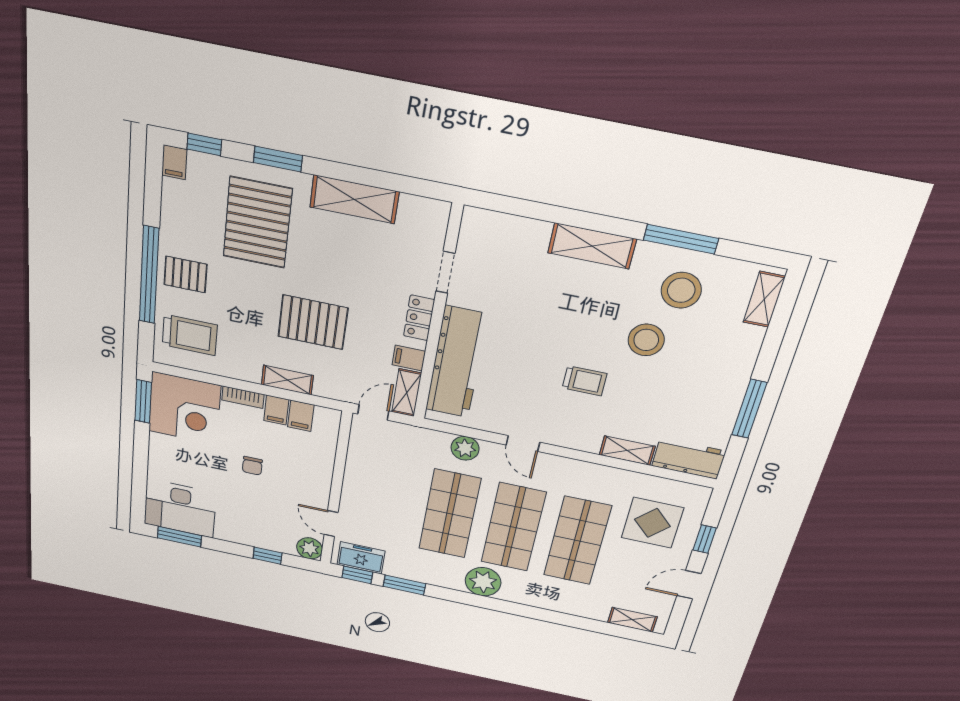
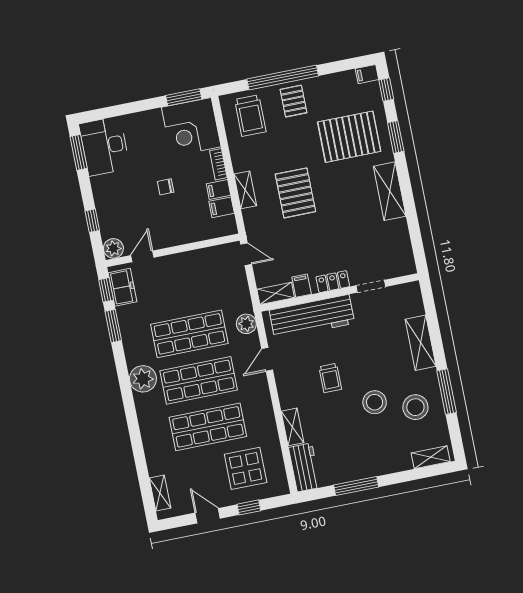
doorway: (445, 272) -> (371, 286), moved
wall: (438, 316) -> (339, 292), moved
locker: (419, 318) -> (333, 282), moved
filing cabinet: (409, 358) -> (302, 286), moved
workbench: (457, 362) -> (312, 317), moved
shelving: (407, 393) -> (276, 293), moved

